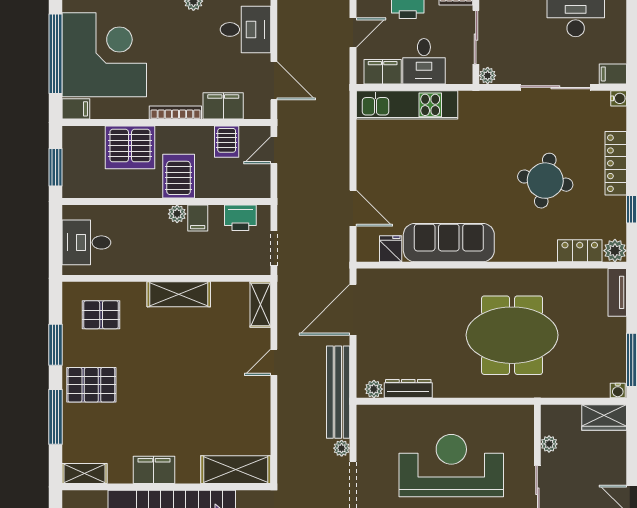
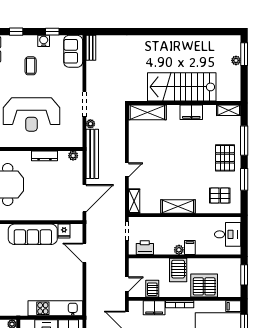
filing cabinet: (198, 218) -> (190, 248), moved
pallet: (91, 385) -> (225, 158), turned 90
dresser: (408, 389) -> (44, 156), moved

